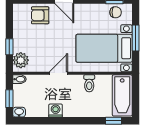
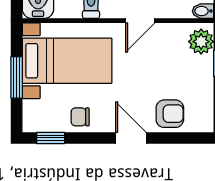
chair: (116, 12) -> (80, 117), moved

